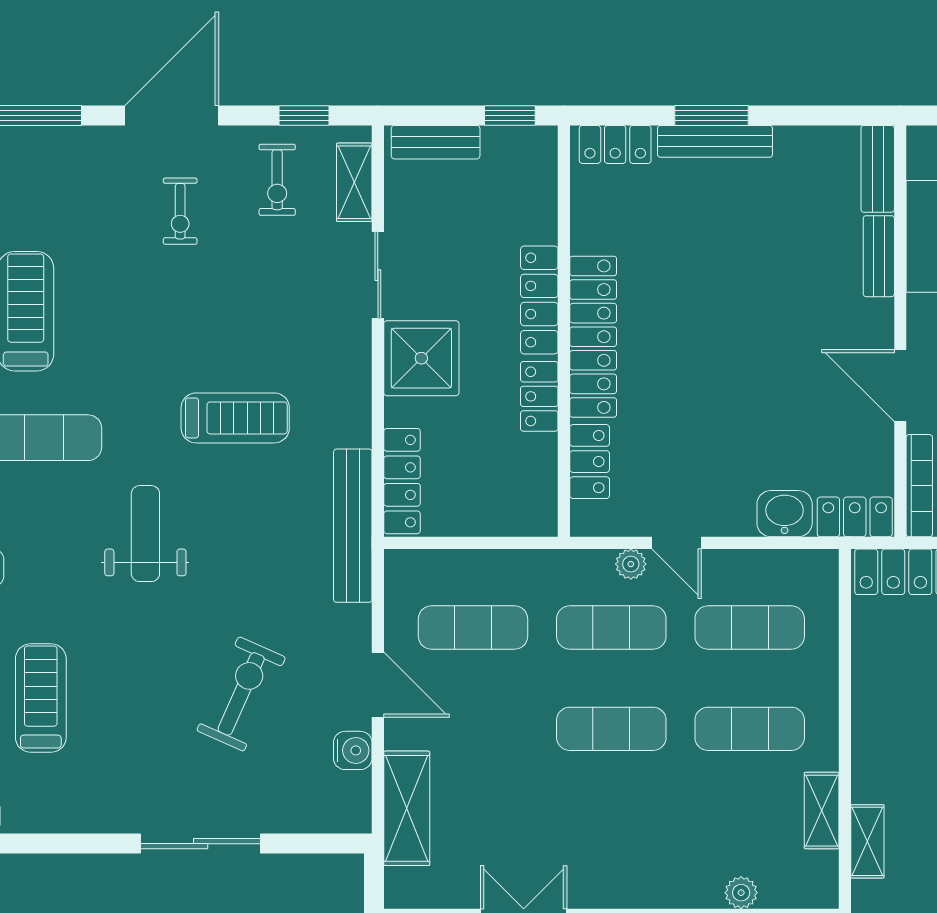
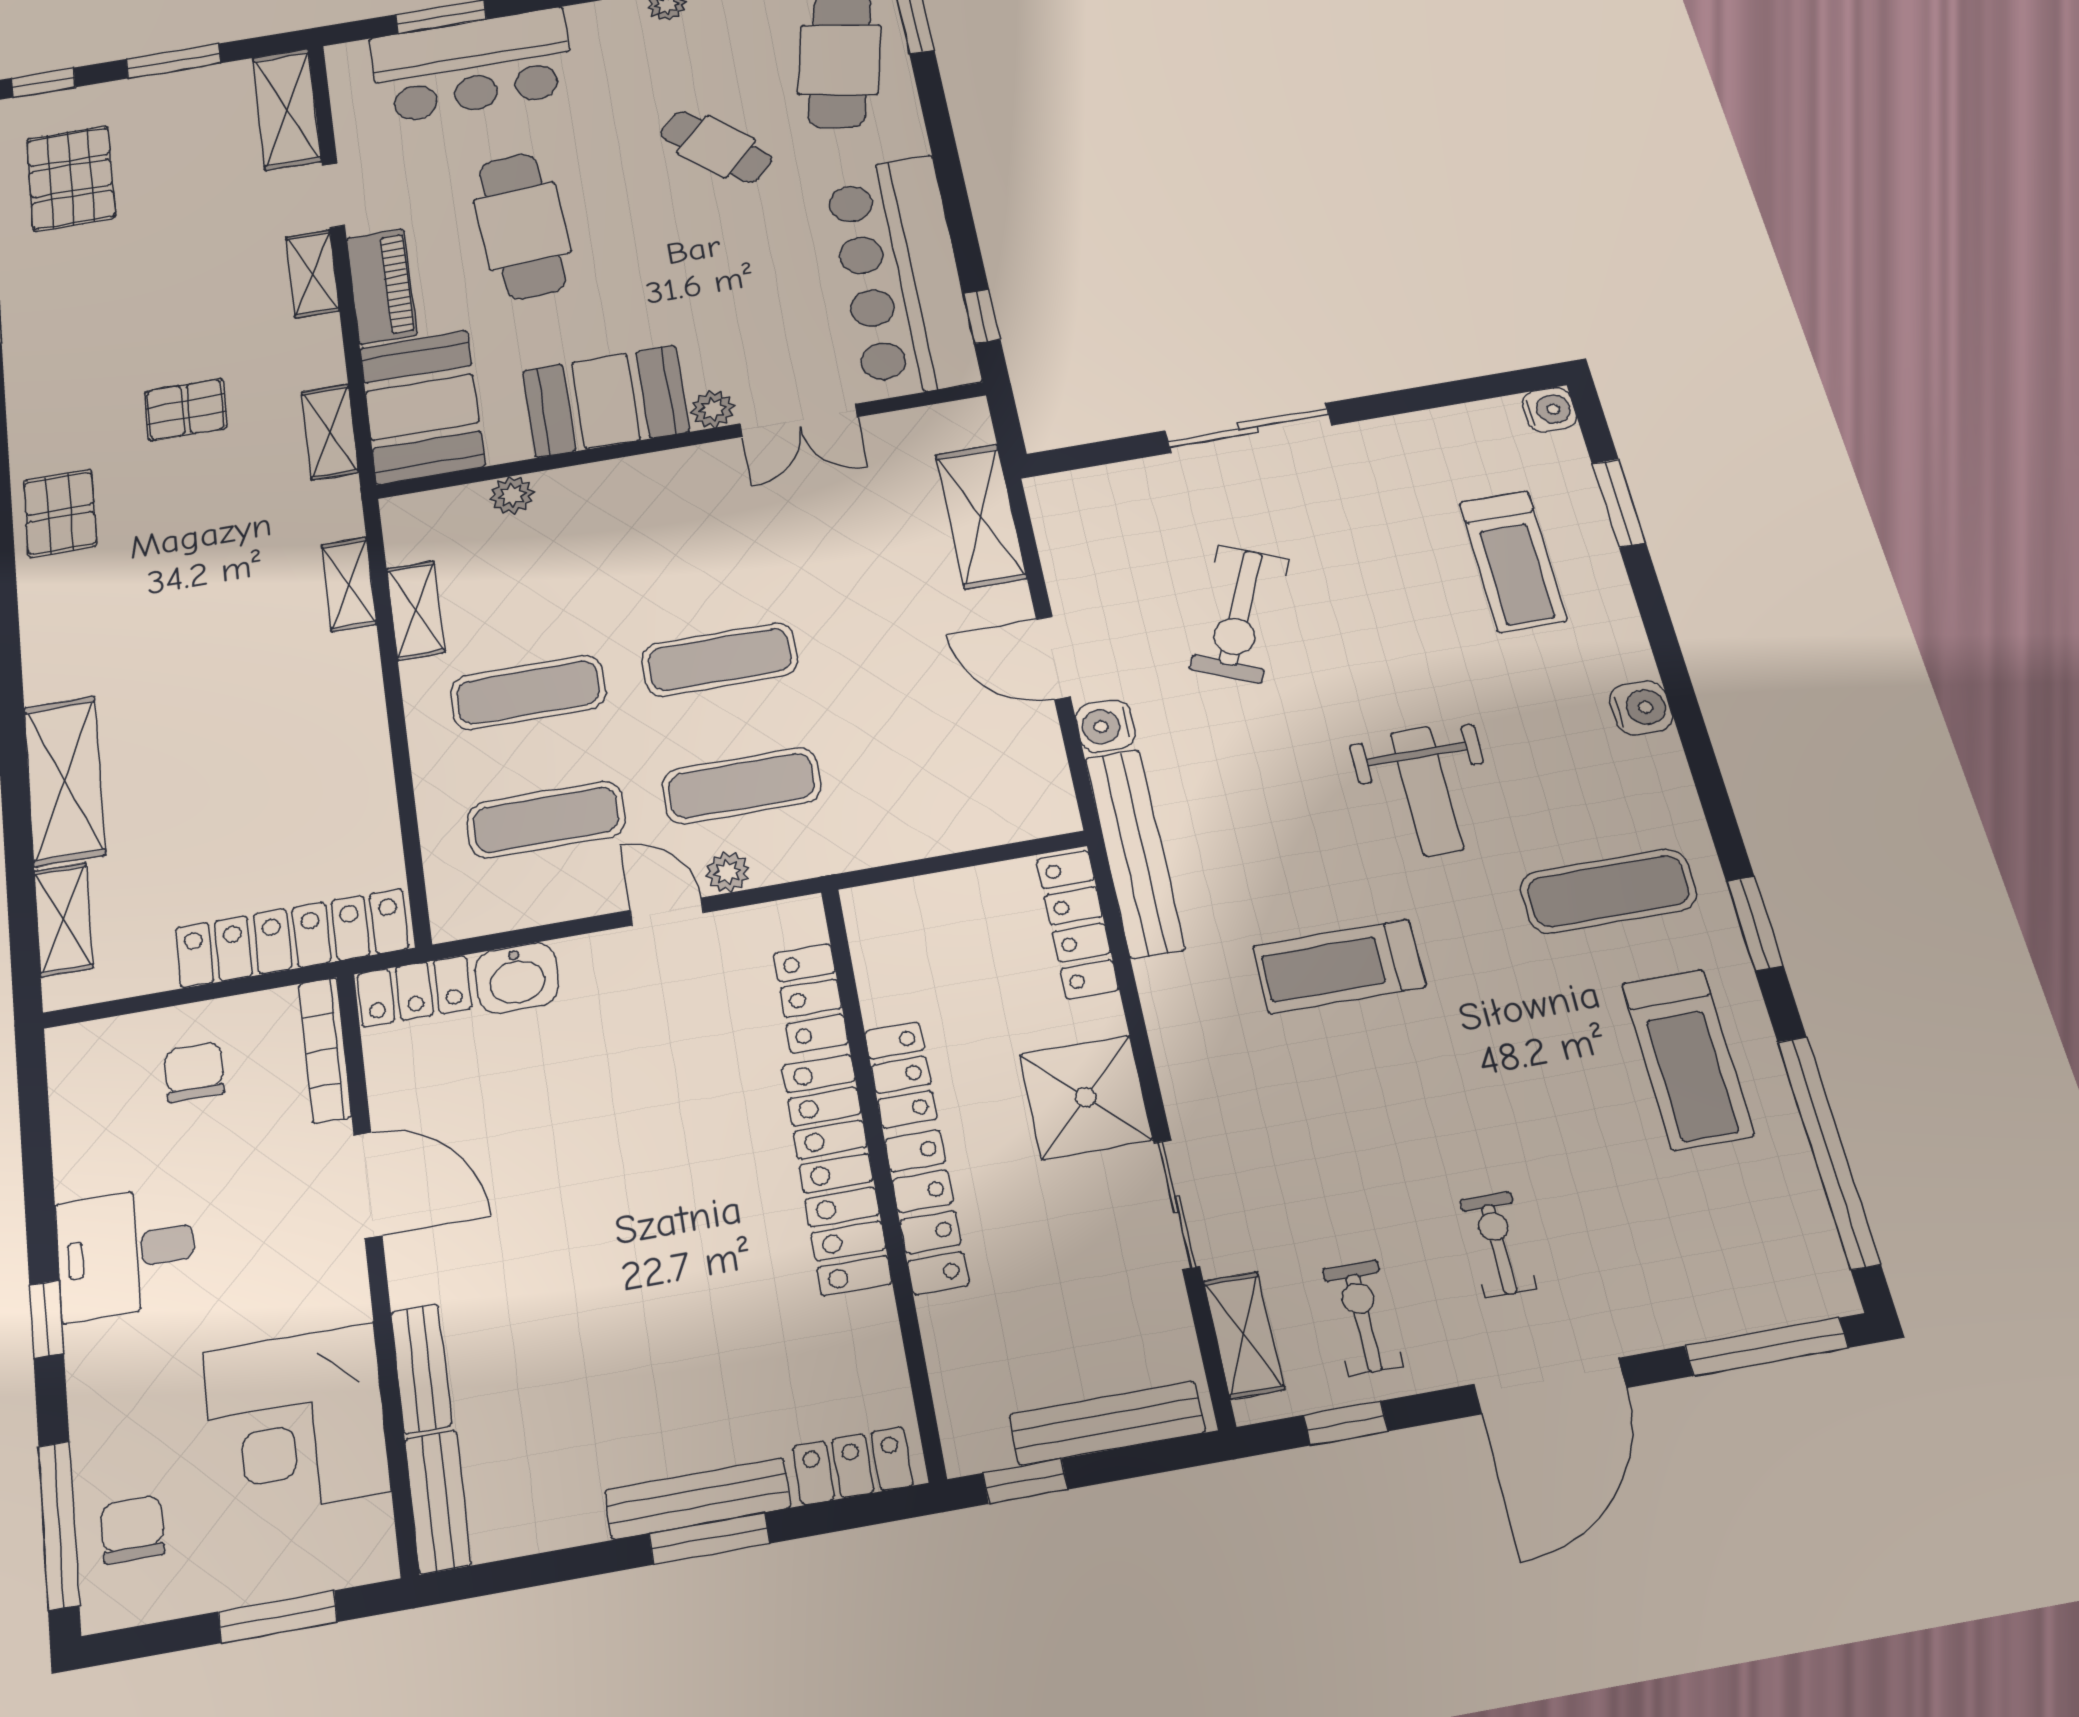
bench: (436, 142) -> (1107, 1423), width x1.36
exercise mat: (473, 627) -> (936, 752), removed
water cooler: (353, 750) -> (1105, 726), moved

